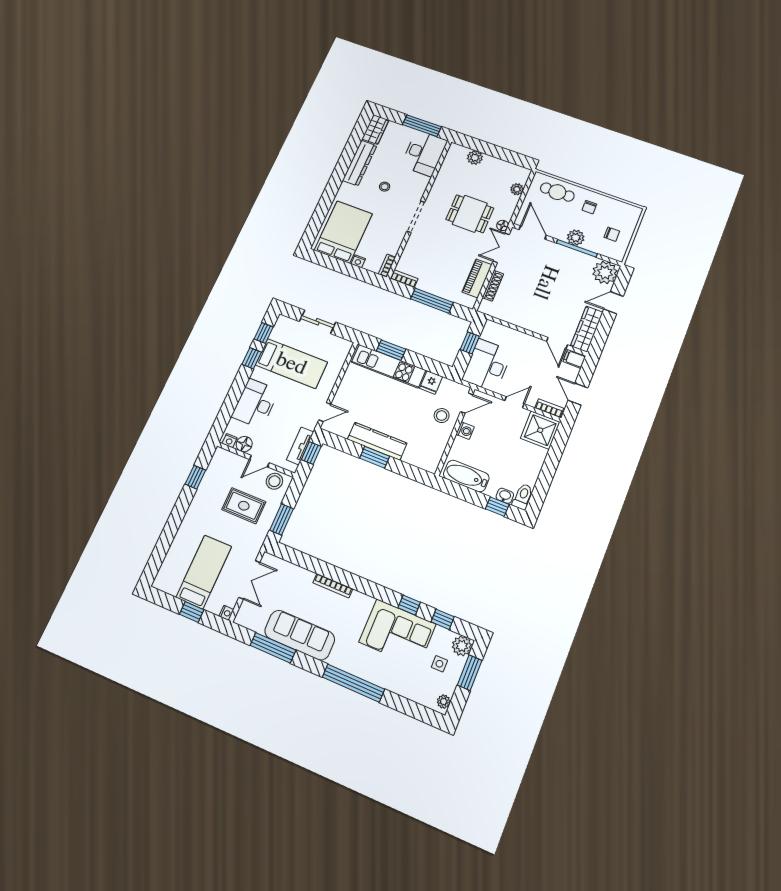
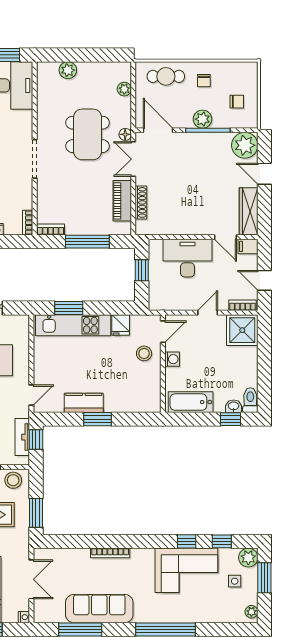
dining table: (470, 214) -> (88, 134), width x1.37
door: (613, 303) -> (264, 174), hinge flipped
desk: (487, 365) -> (187, 258), moved, turned 90
kitchen counter: (377, 441) -> (84, 403), width x0.67

